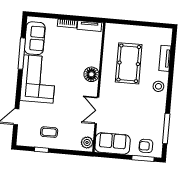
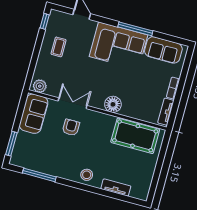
window: (22, 54) -> (135, 29), moved
pool table: (129, 63) -> (135, 136), moved
armchair: (146, 146) -> (71, 127), moved
window: (41, 150) -> (45, 21), moved

